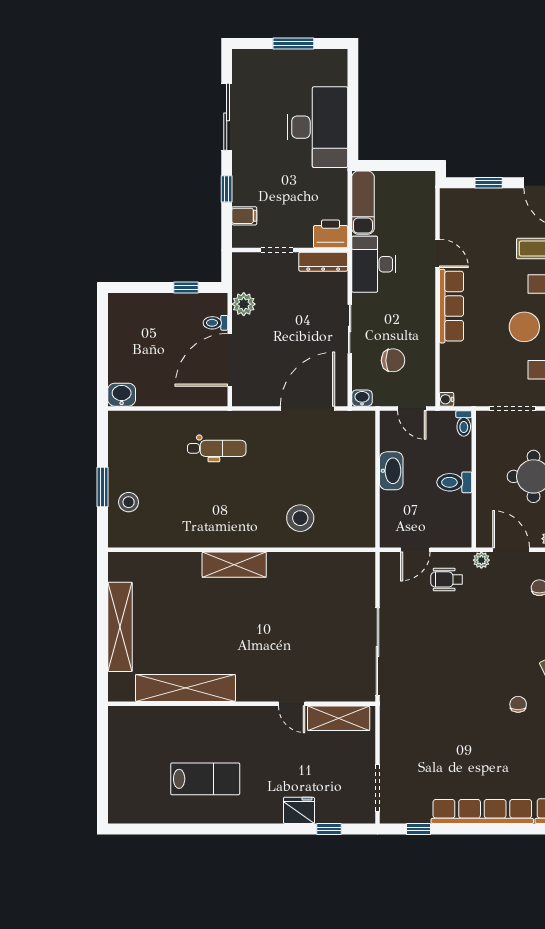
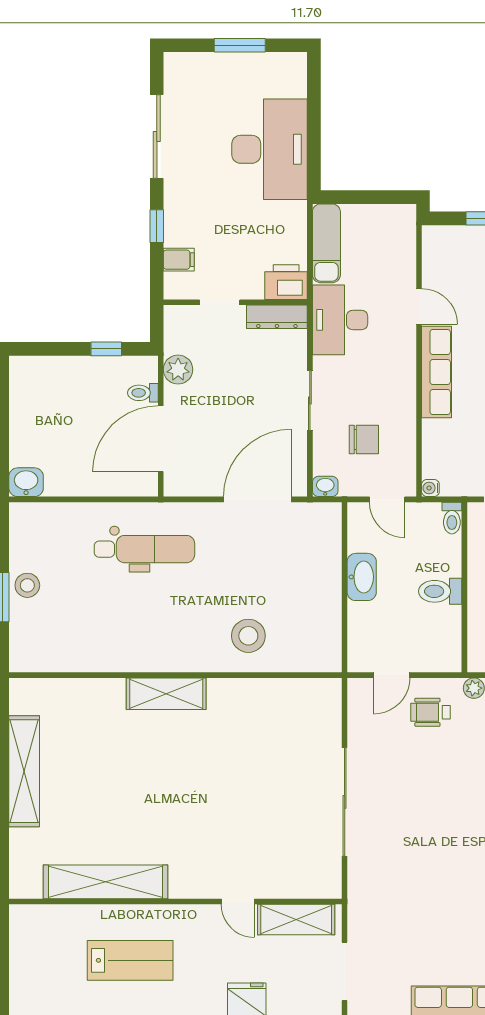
dental chair: (217, 448) -> (144, 549), width x1.36, depth x1.38
stool: (129, 502) -> (27, 585), moved
shelving: (185, 688) -> (106, 882), moved
wall: (242, 704) -> (175, 901), moved
door: (292, 704) -> (238, 901), moved
shelving: (339, 718) -> (296, 920), moved

